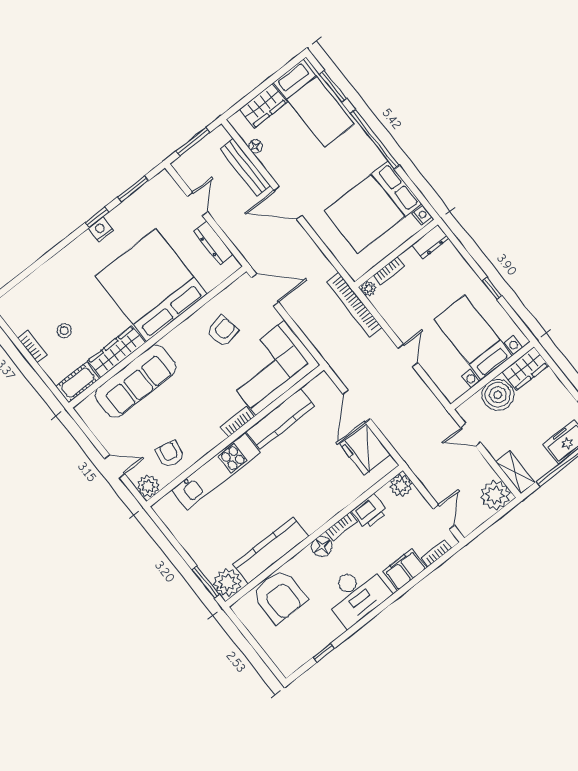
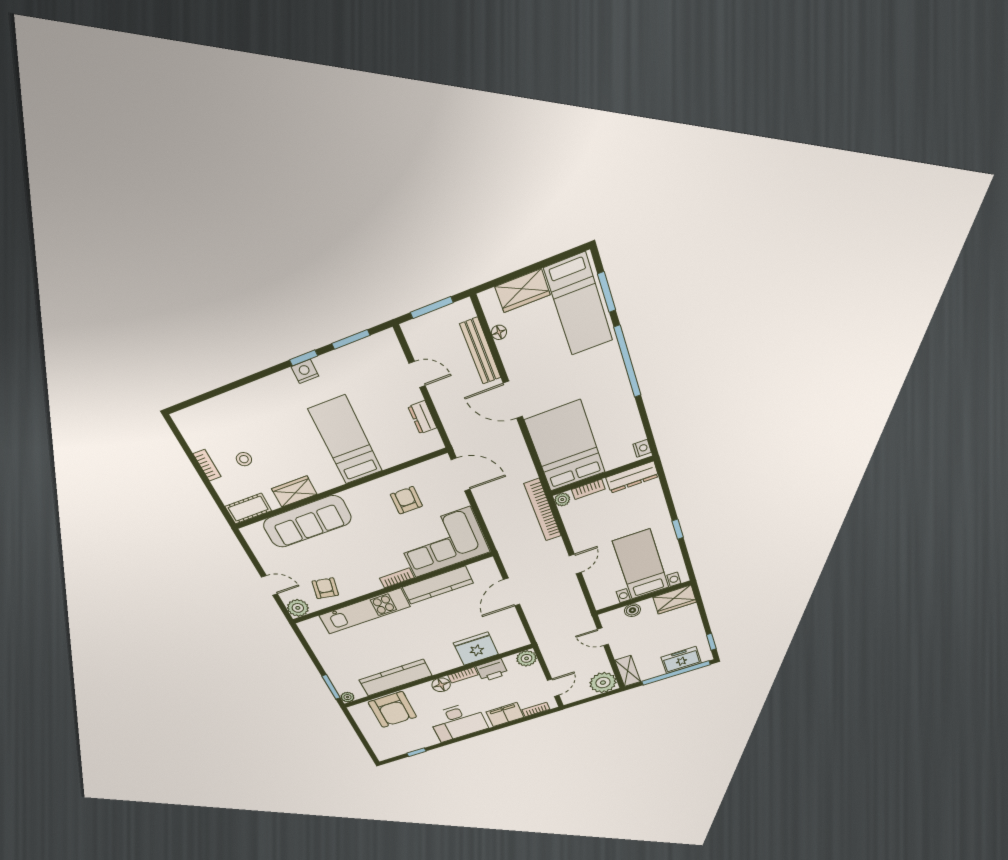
door: (197, 204) -> (417, 374), hinge flipped
bed: (373, 207) -> (565, 446), moved, turned 90
dresser: (431, 242) -> (632, 477), width x1.44
dresser: (213, 243) -> (422, 417), width x0.70
bed: (151, 285) -> (346, 440), width x0.49
armchair: (223, 331) -> (406, 500), turned -79
wardrobe: (116, 352) -> (294, 491), width x0.67
boiler: (498, 395) -> (632, 610), width x0.54, depth x0.54
fridge: (365, 450) -> (476, 649), moved, turned 90
plant: (228, 582) -> (348, 697), width x0.53, depth x0.53

